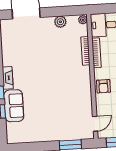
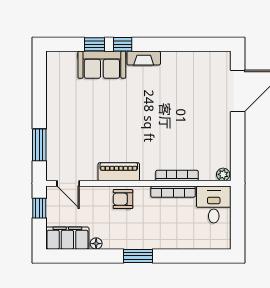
plant: (60, 22) -> (222, 141), removed
piano: (85, 90) -> (119, 172), added

